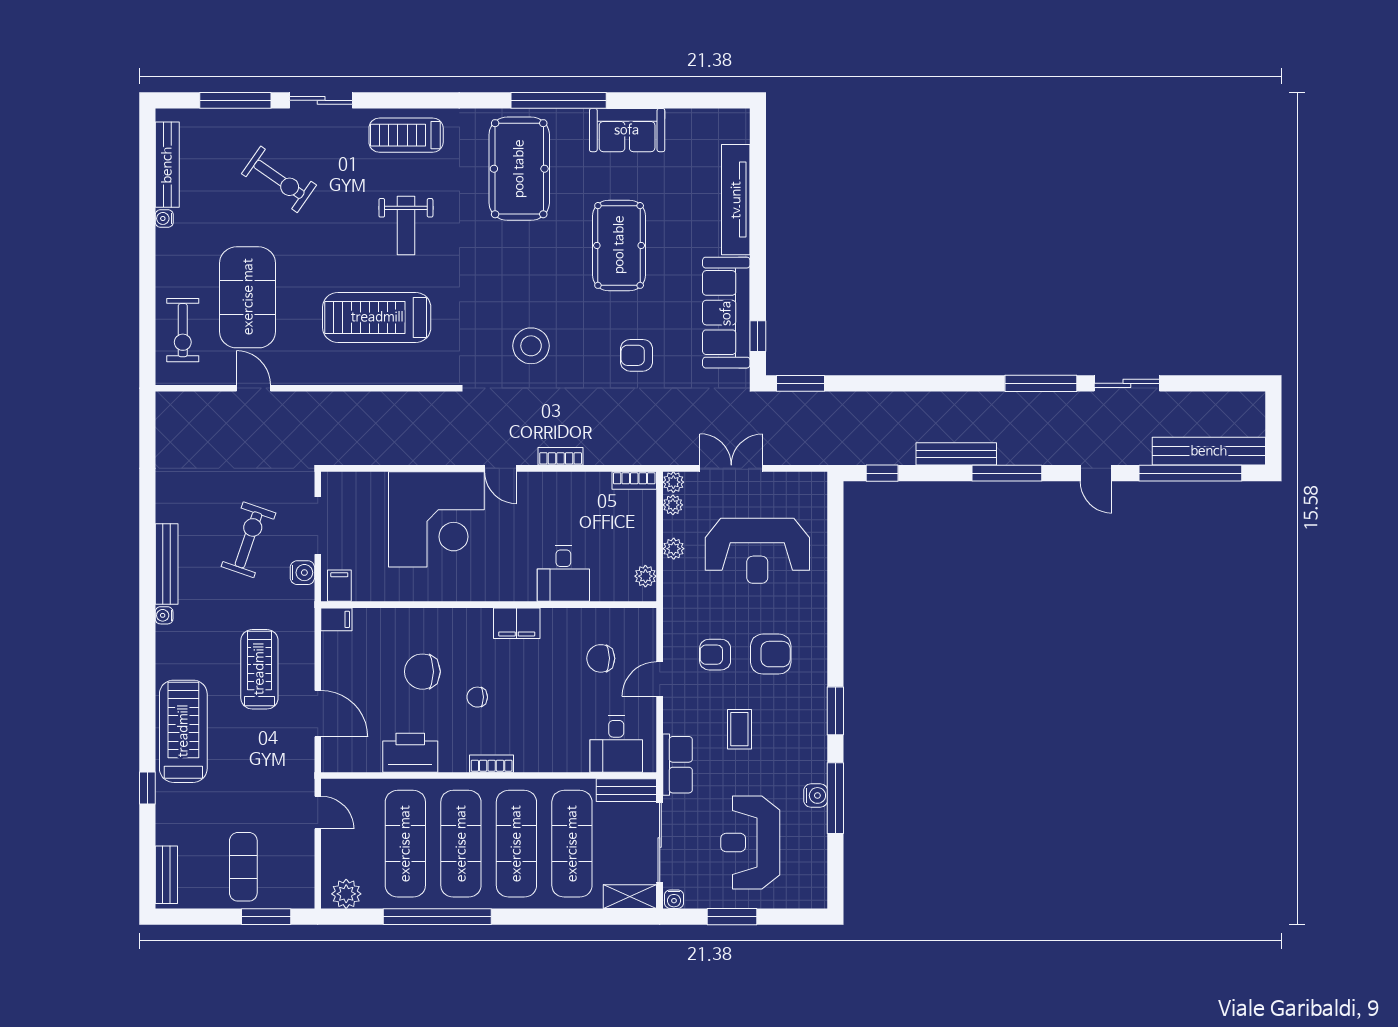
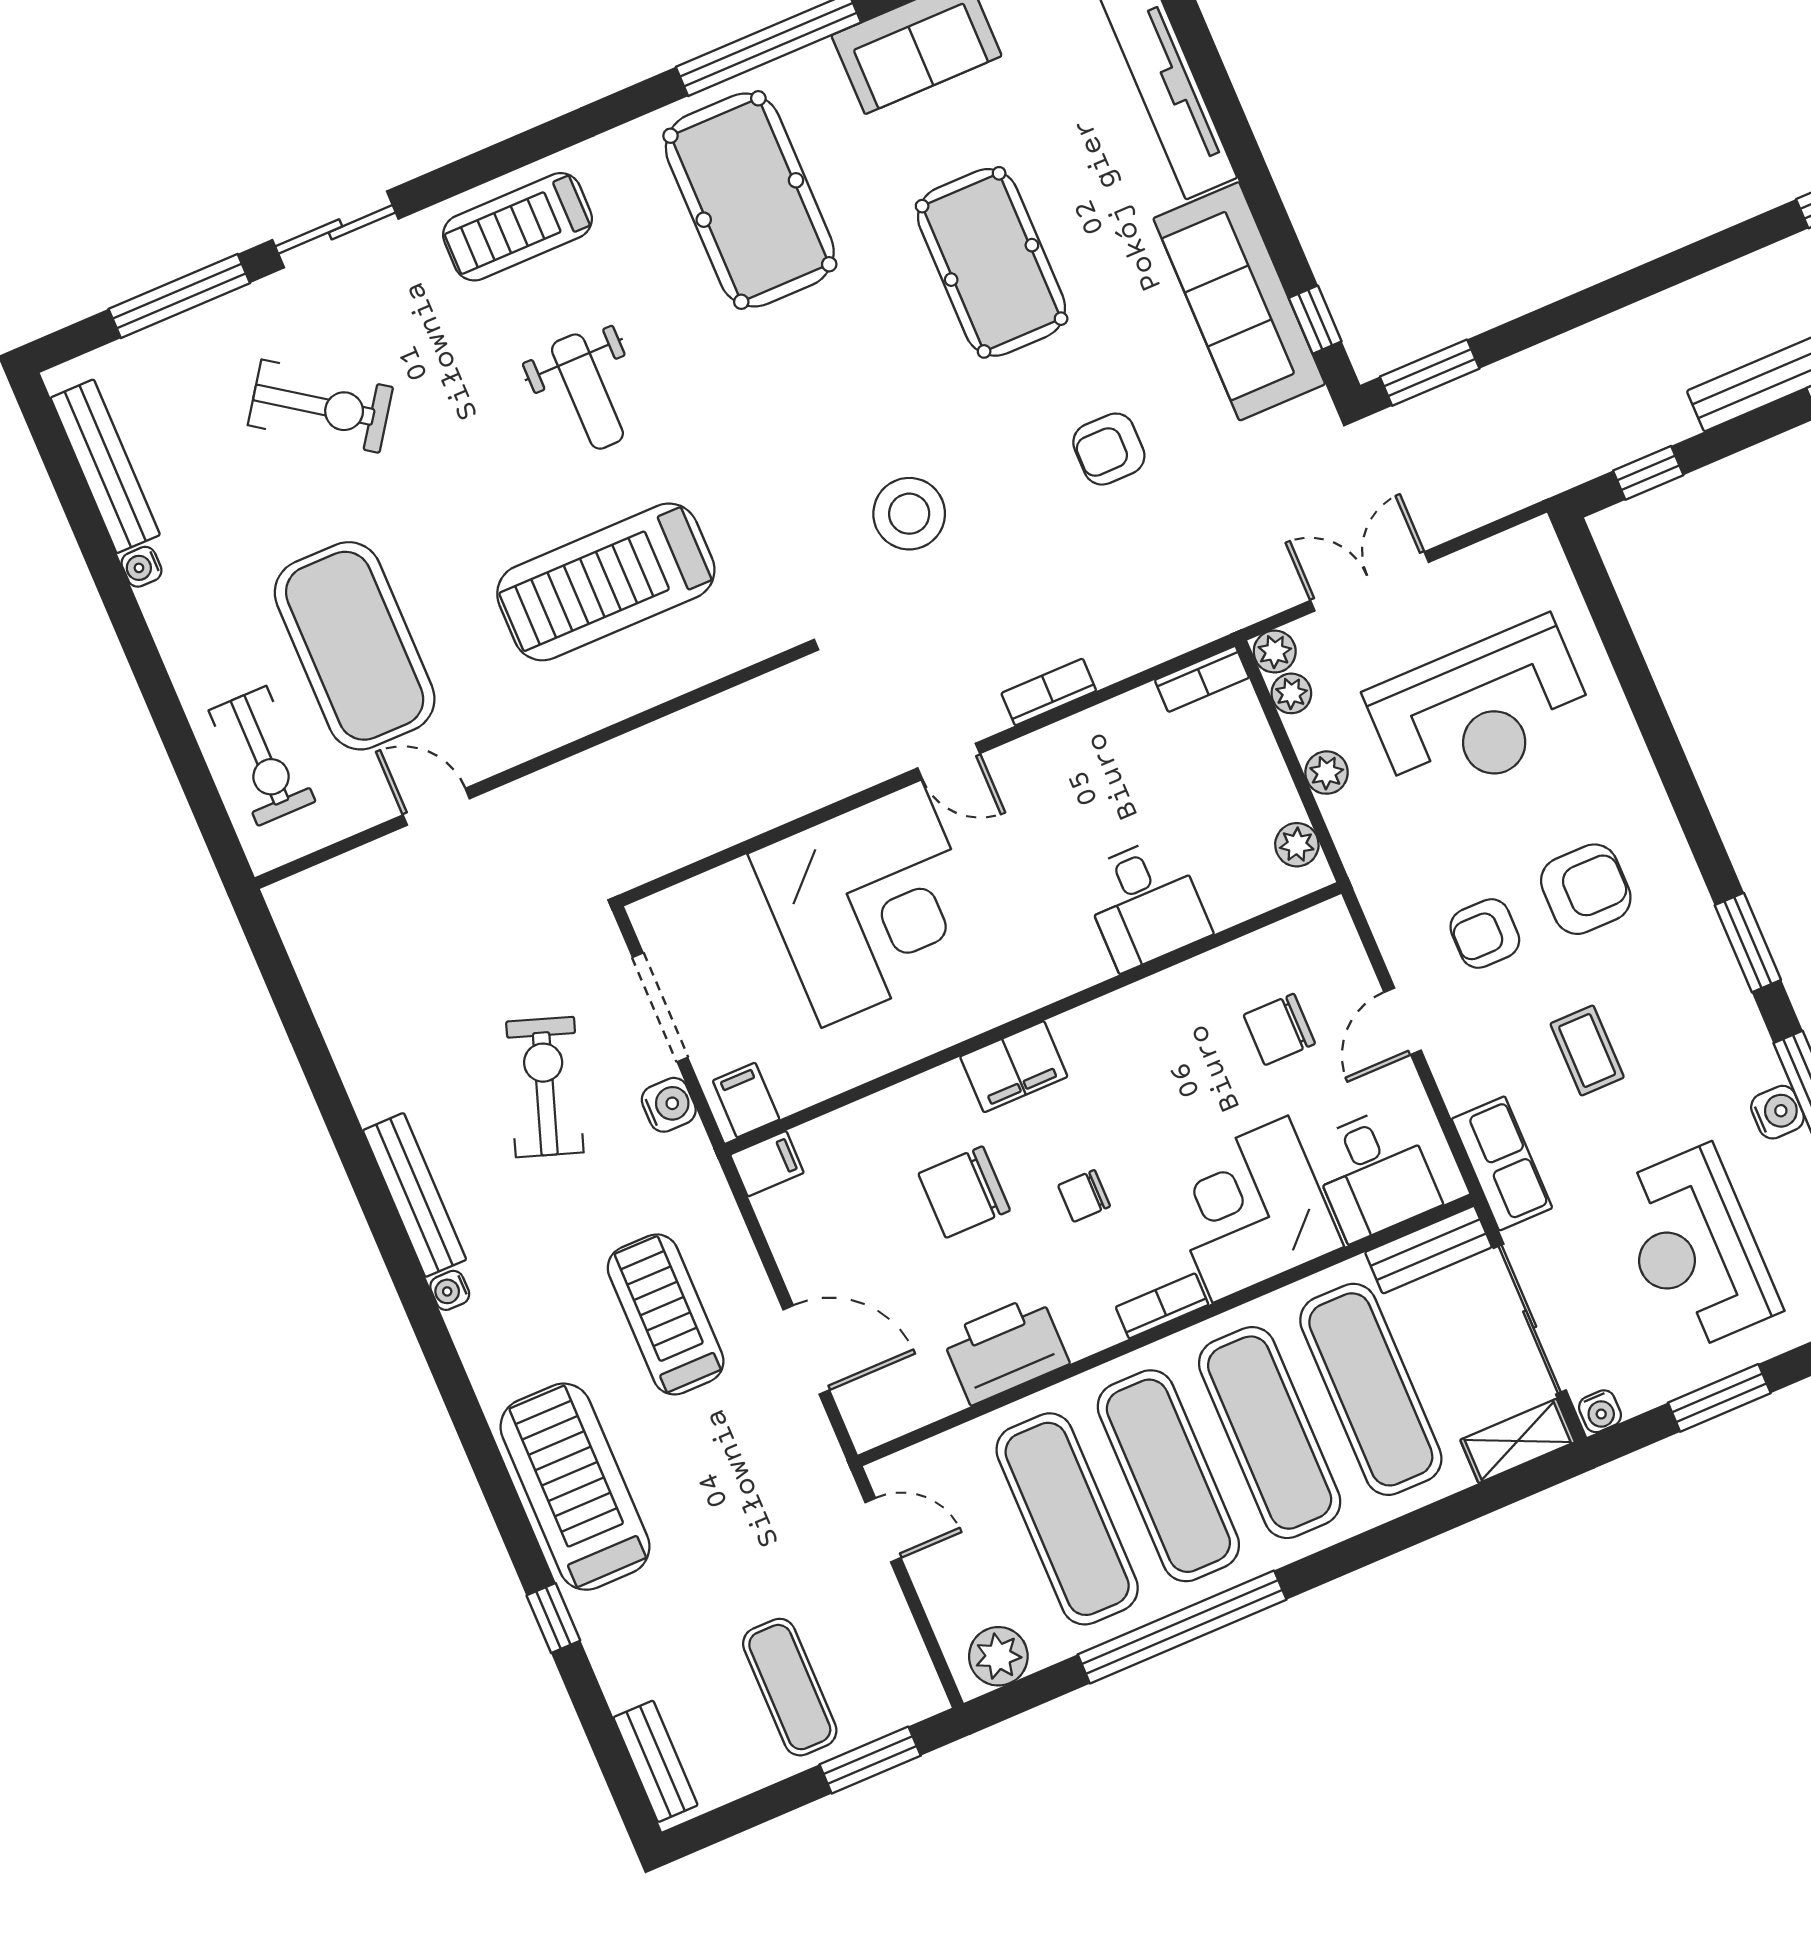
filing cabinet: (517, 623) -> (1014, 1067), moved
corner desk: (552, 736) -> (1250, 1209), added

